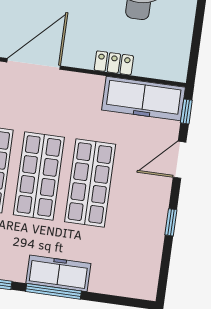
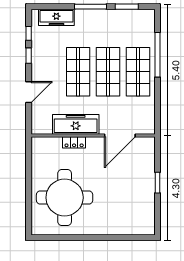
freezer: (144, 99) -> (76, 124), moved
window: (186, 111) -> (29, 33), moved
freezer: (58, 273) -> (56, 17), moved

